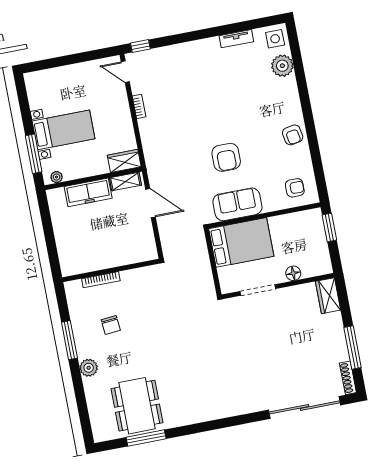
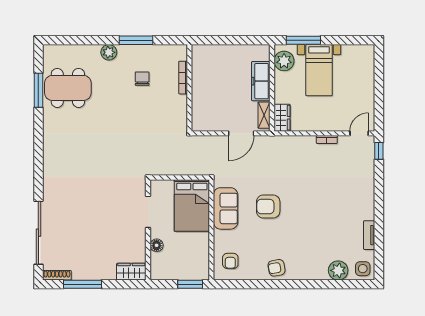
plant: (57, 177) -> (284, 61), width x1.88, depth x1.88
chair: (111, 325) -> (142, 79), turned 95

